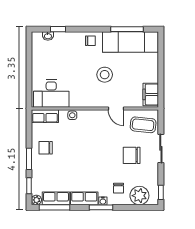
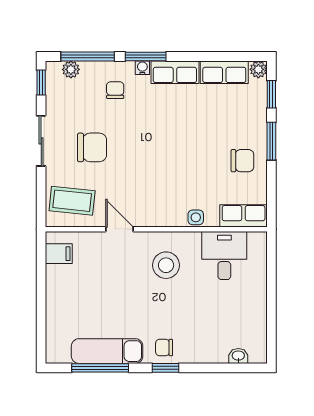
window: (58, 29) -> (165, 368), moved
exam couch: (130, 42) -> (107, 351), width x0.73, depth x0.69
stool: (105, 75) -> (166, 265), moved
desk: (51, 93) -> (224, 256), width x0.73
filing cabinet: (151, 94) -> (59, 254), width x0.50
sliding door: (161, 148) -> (41, 141), moved
plant: (139, 196) -> (71, 69), width x0.53, depth x0.53
window: (54, 207) -> (88, 57), moved

